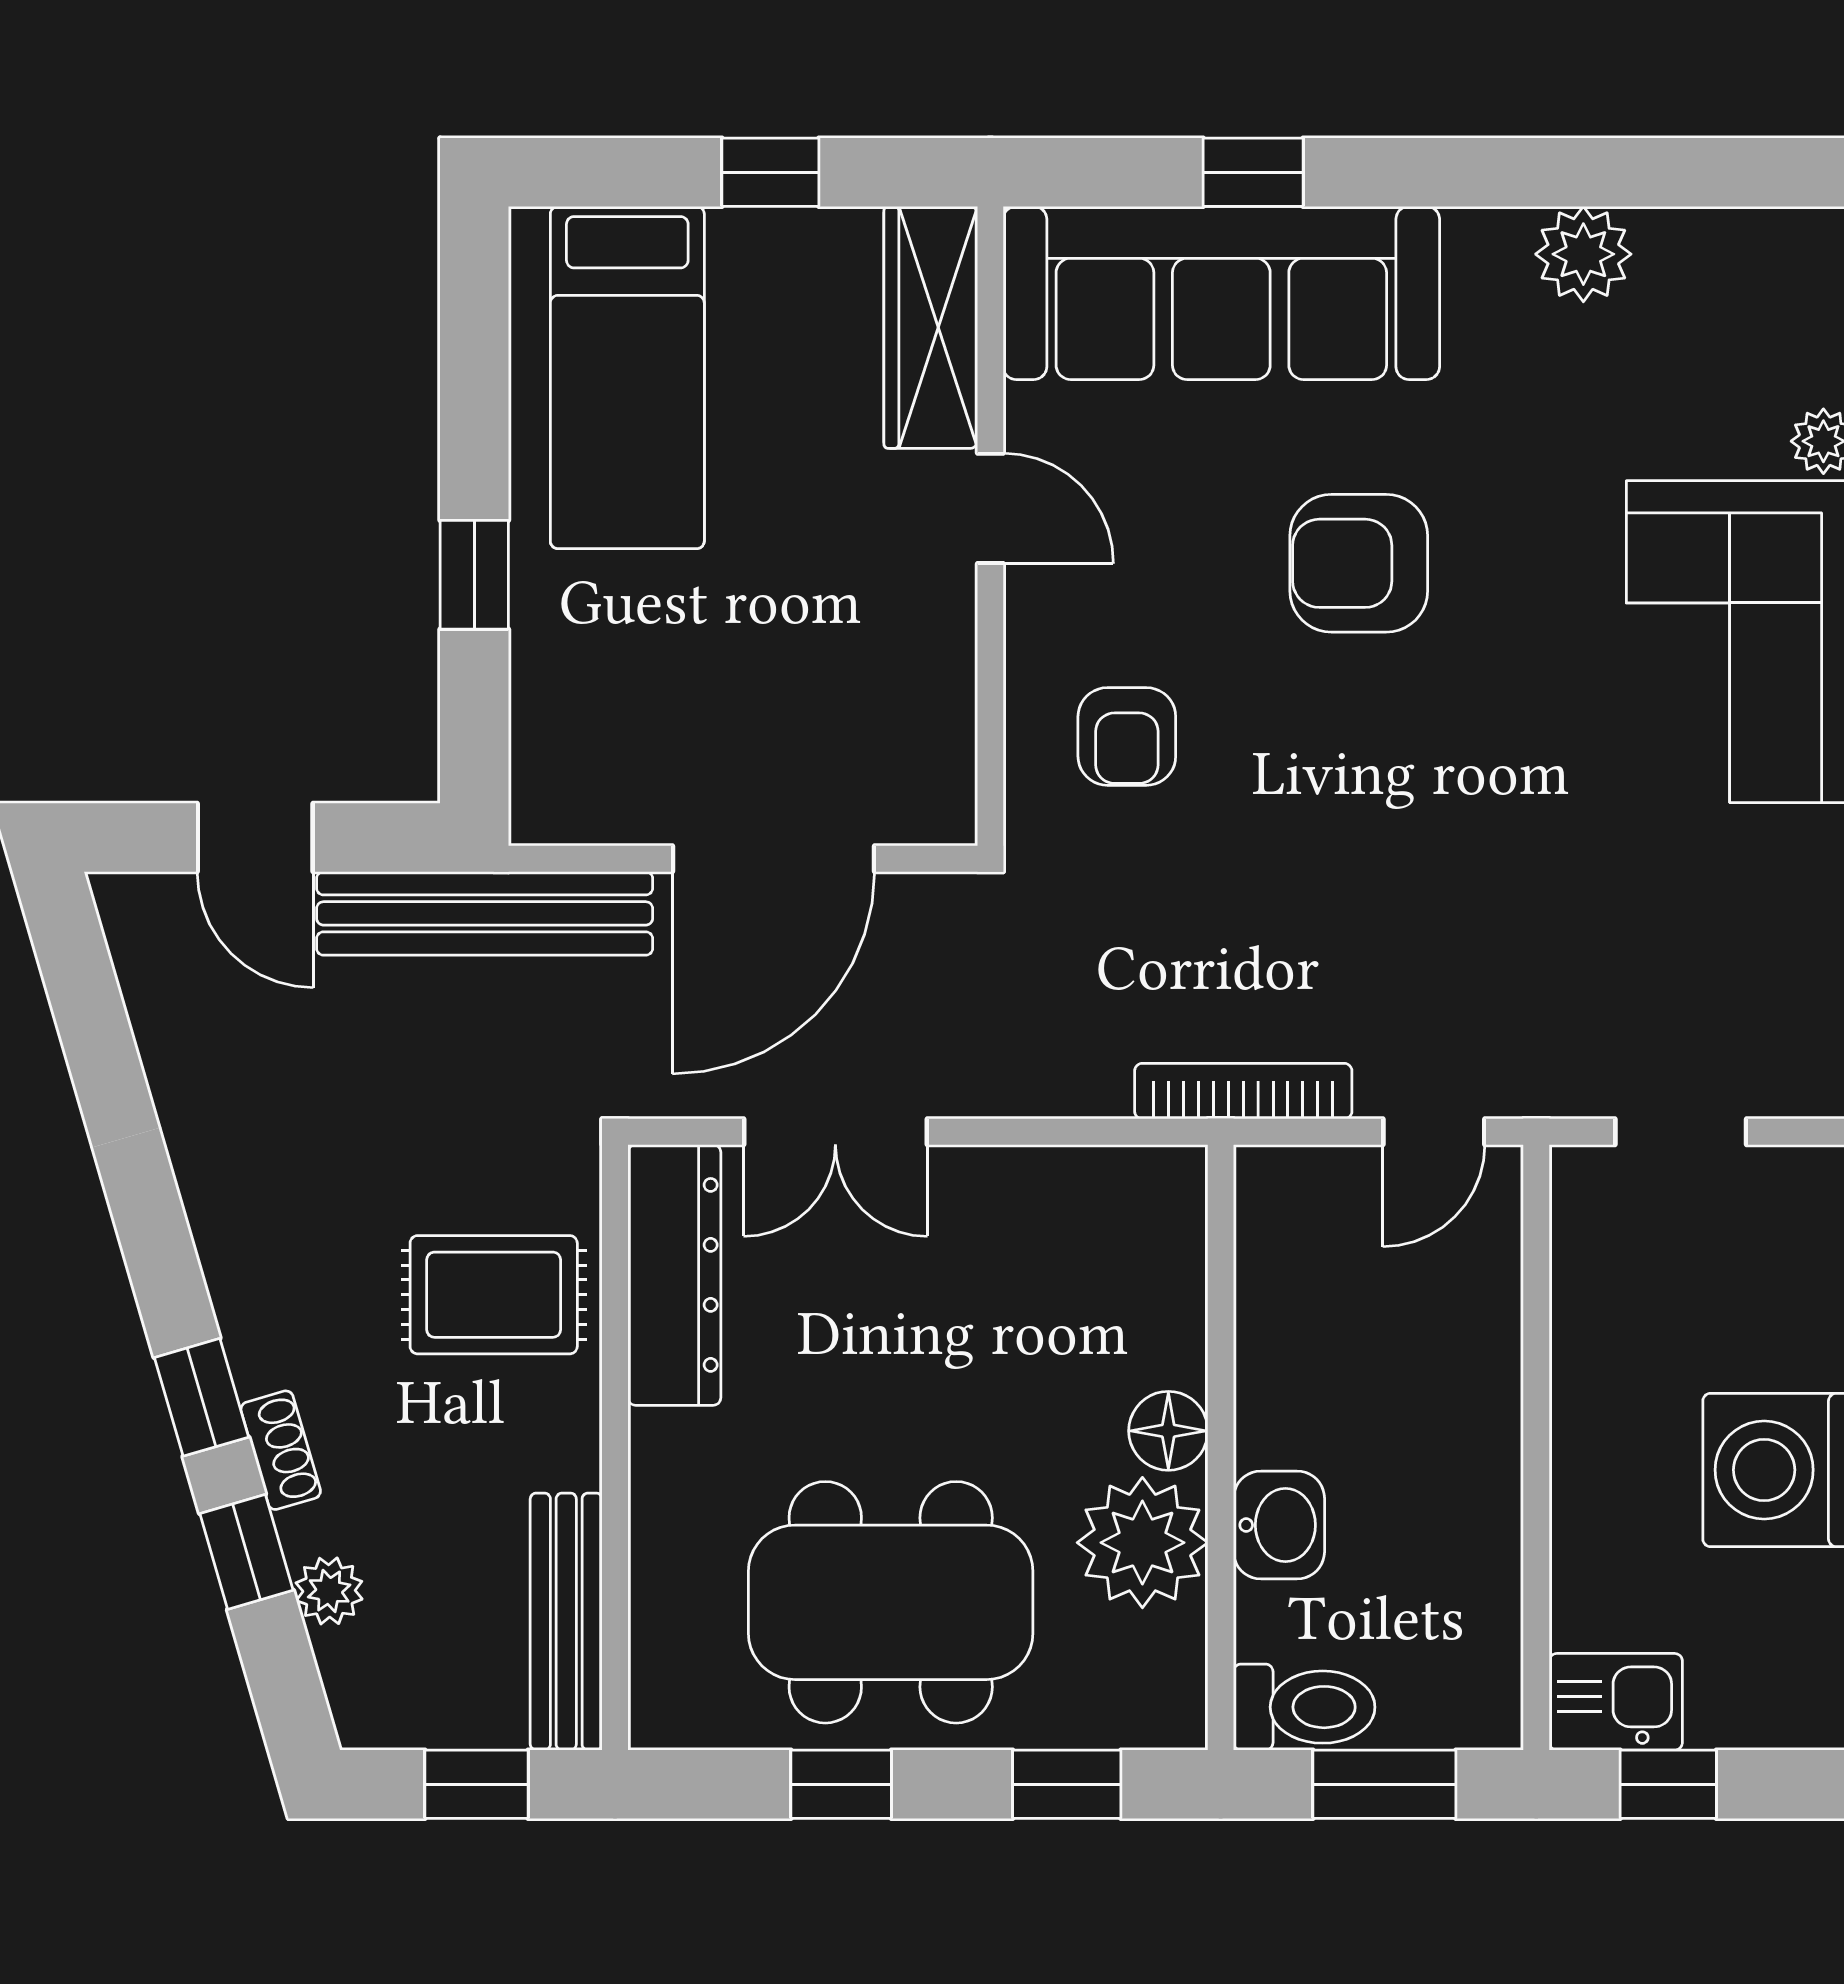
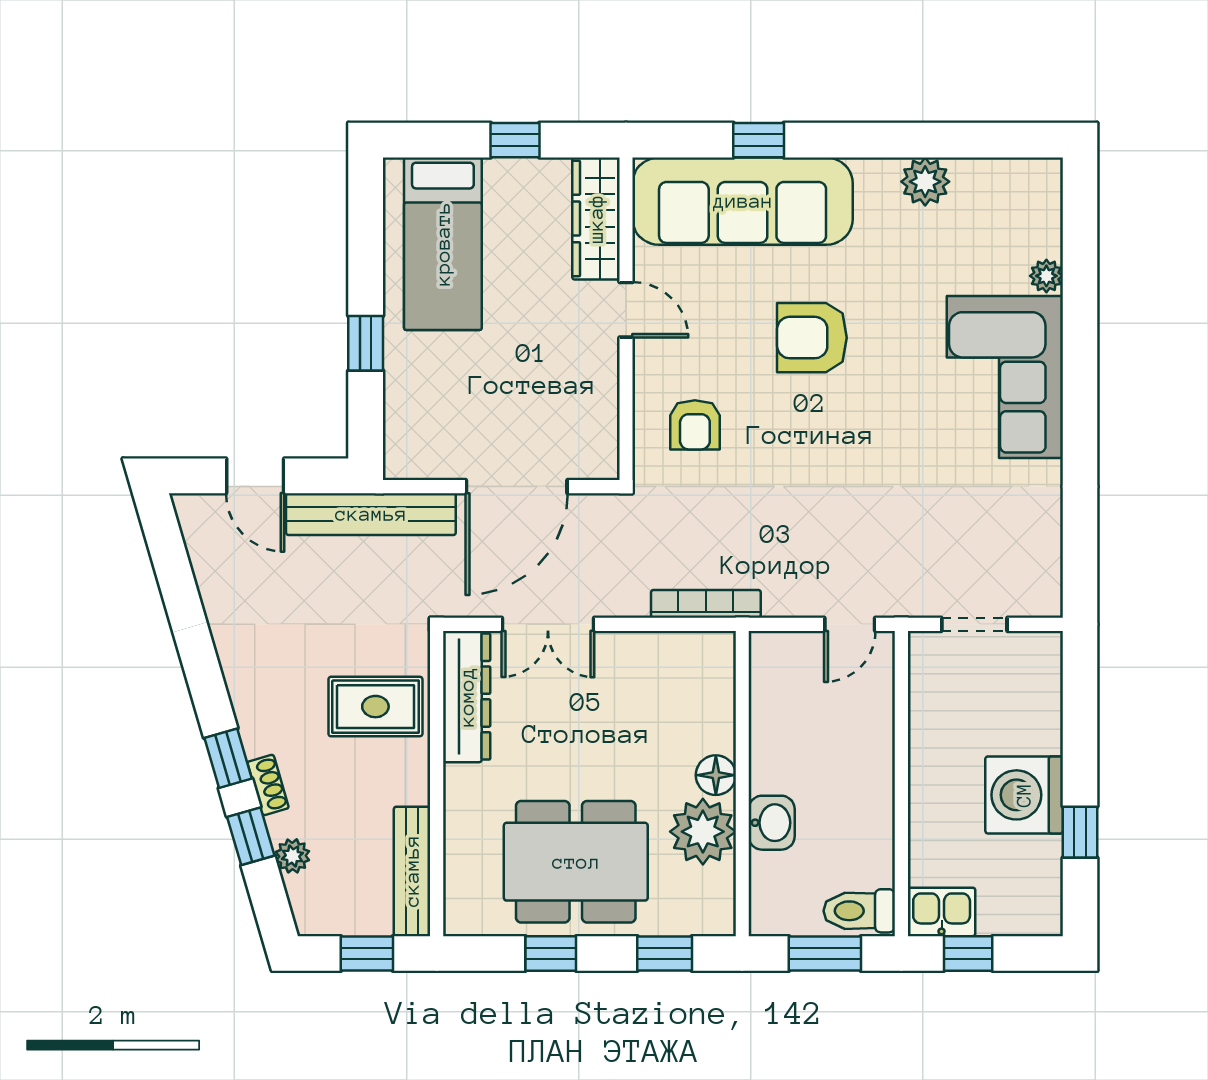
bookcase: (1243, 1091) -> (706, 604), moved
toilet: (1304, 1707) -> (859, 911), moved, turned 180

